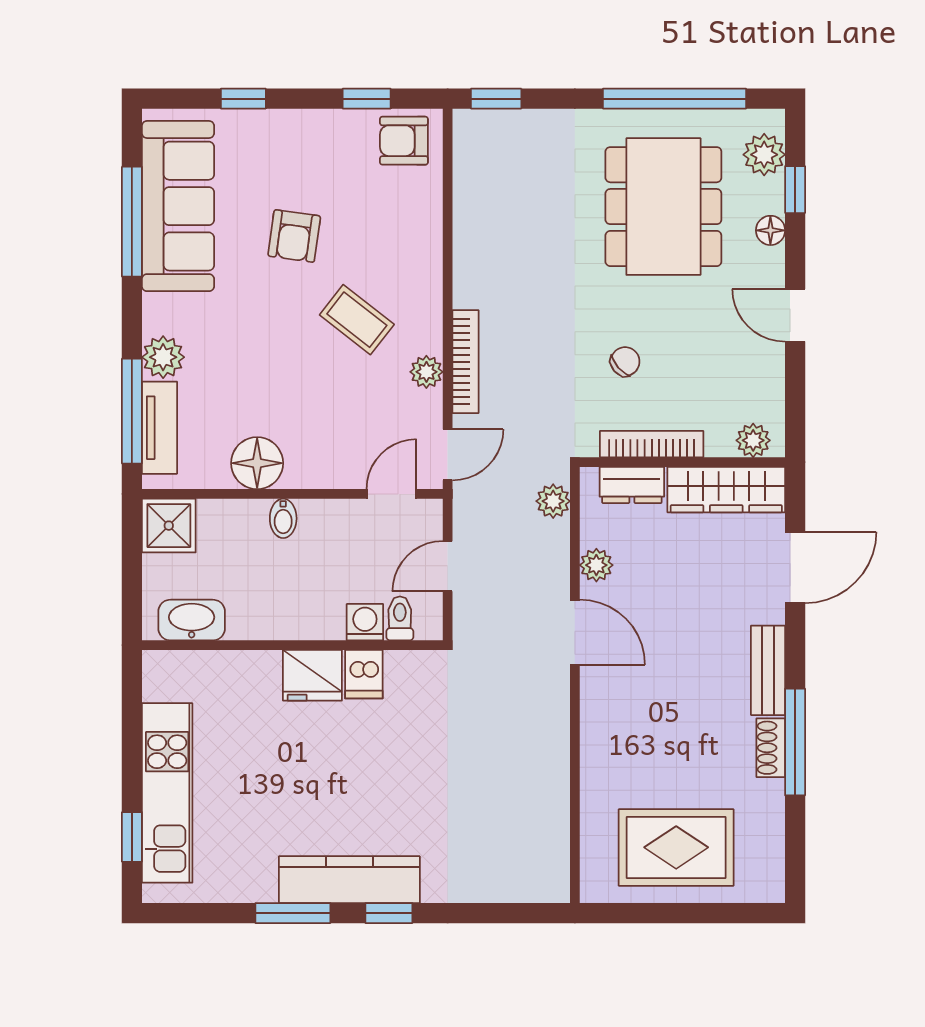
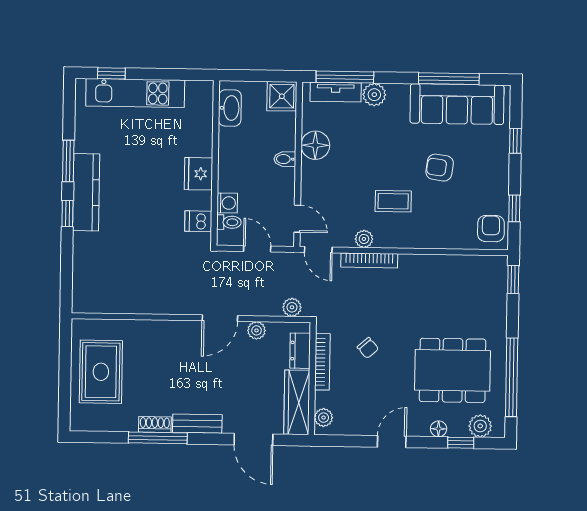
coffee table: (357, 320) -> (393, 201), turned 52
dishwasher: (364, 674) -> (198, 221), moved

